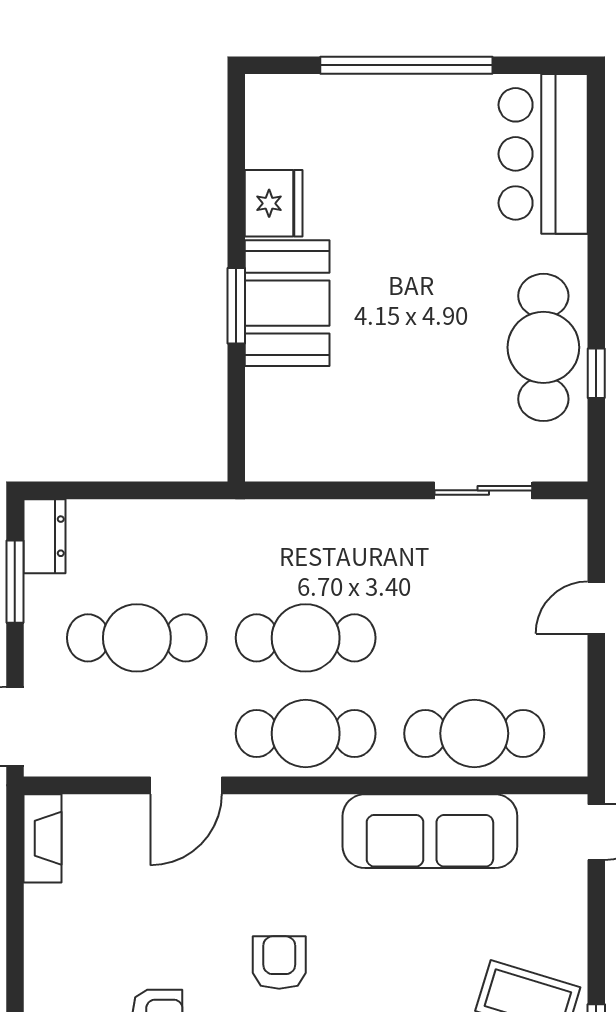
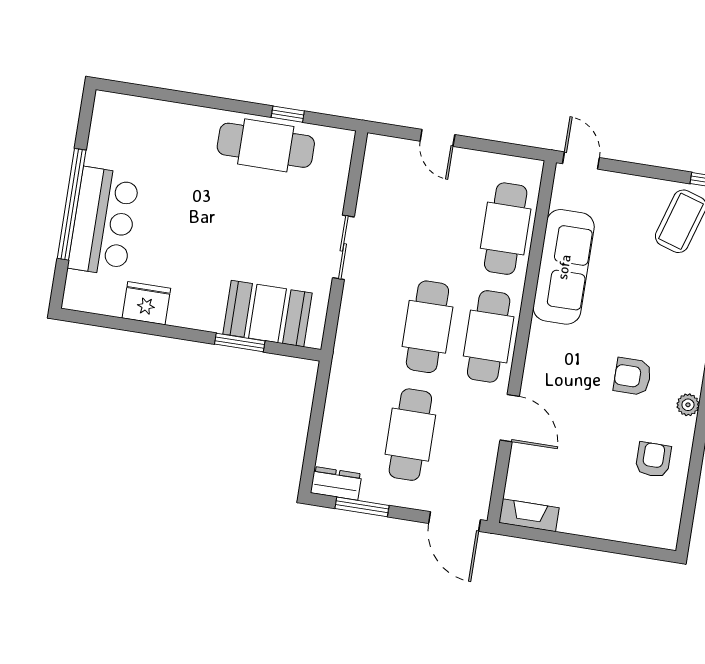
bar counter: (543, 154) -> (104, 222), moved, turned -90
booth: (287, 303) -> (267, 313), moved
window: (236, 306) -> (240, 343), moved
sliding door: (483, 490) -> (343, 247), moved

